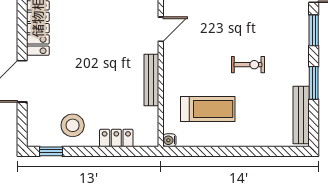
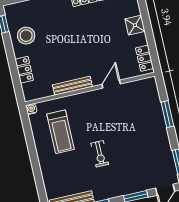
door: (161, 29) -> (111, 84), swing flipped

